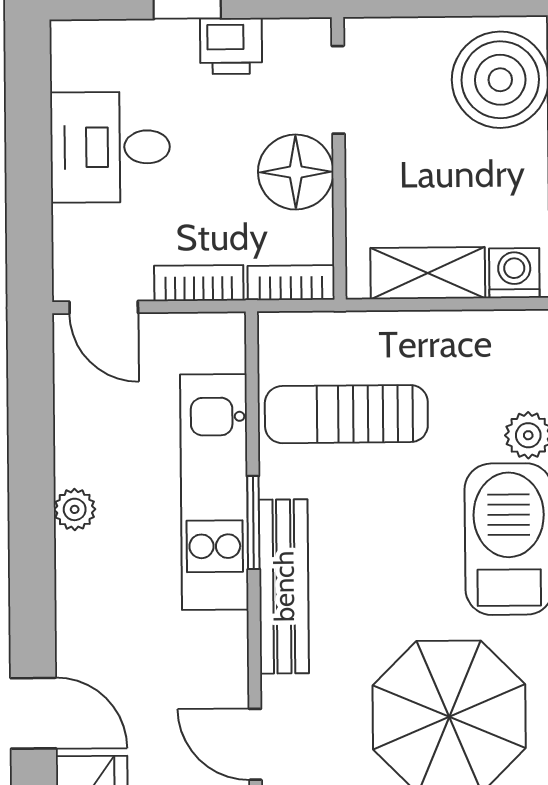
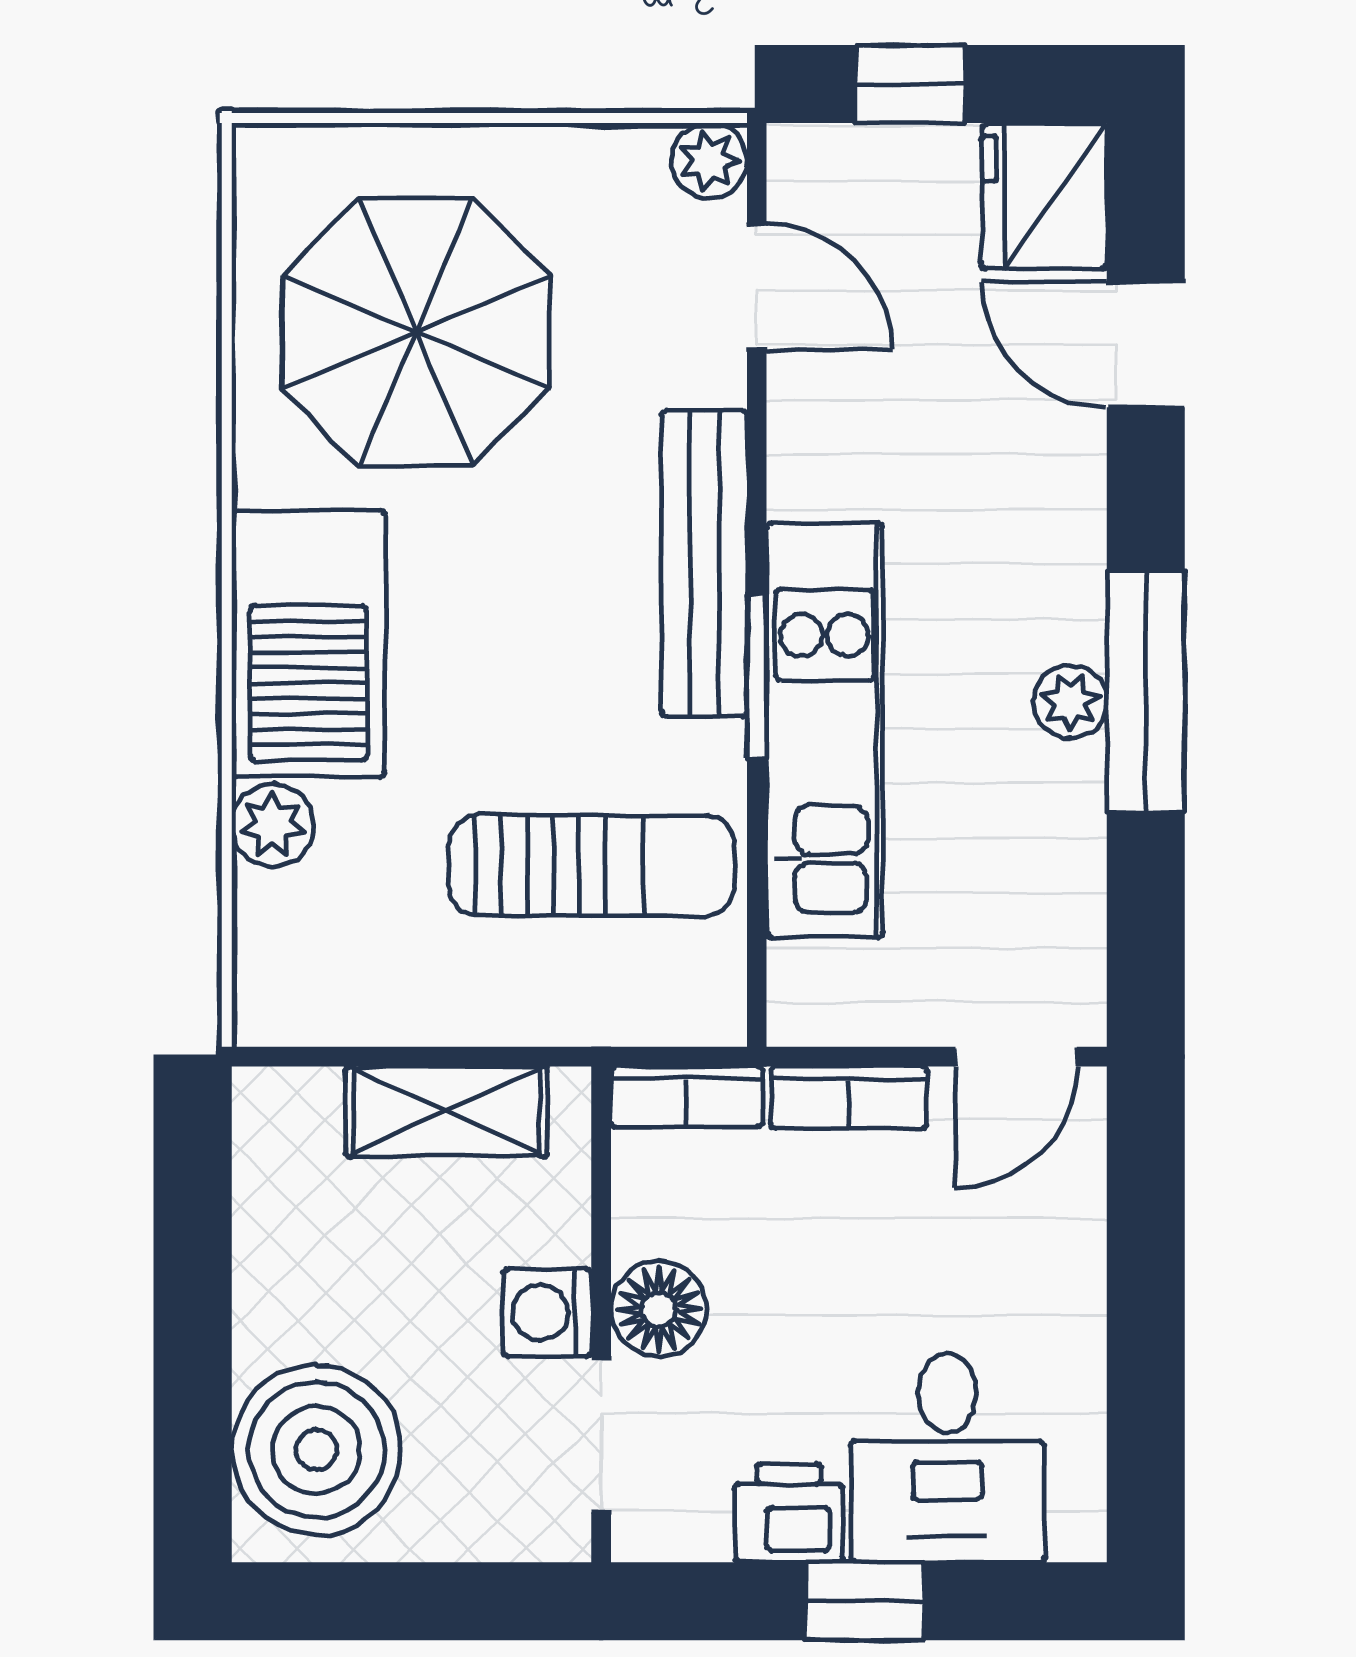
desk: (110, 147) -> (947, 1458), moved, turned 90
floor lamp: (296, 172) -> (659, 1309), width x0.73, depth x0.73
washing machine: (514, 273) -> (548, 1312), moved, turned 90
door: (104, 307) -> (1016, 1057), swing flipped
window: (32, 516) -> (1146, 692), added

